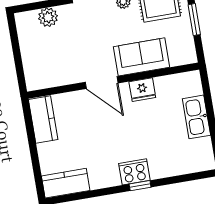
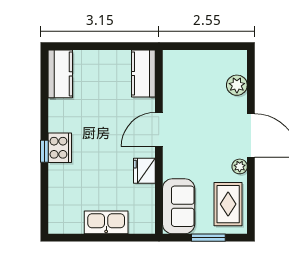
sofa: (142, 57) -> (179, 206), moved
kitchen counter: (43, 120) -> (143, 73), moved, turned 90

